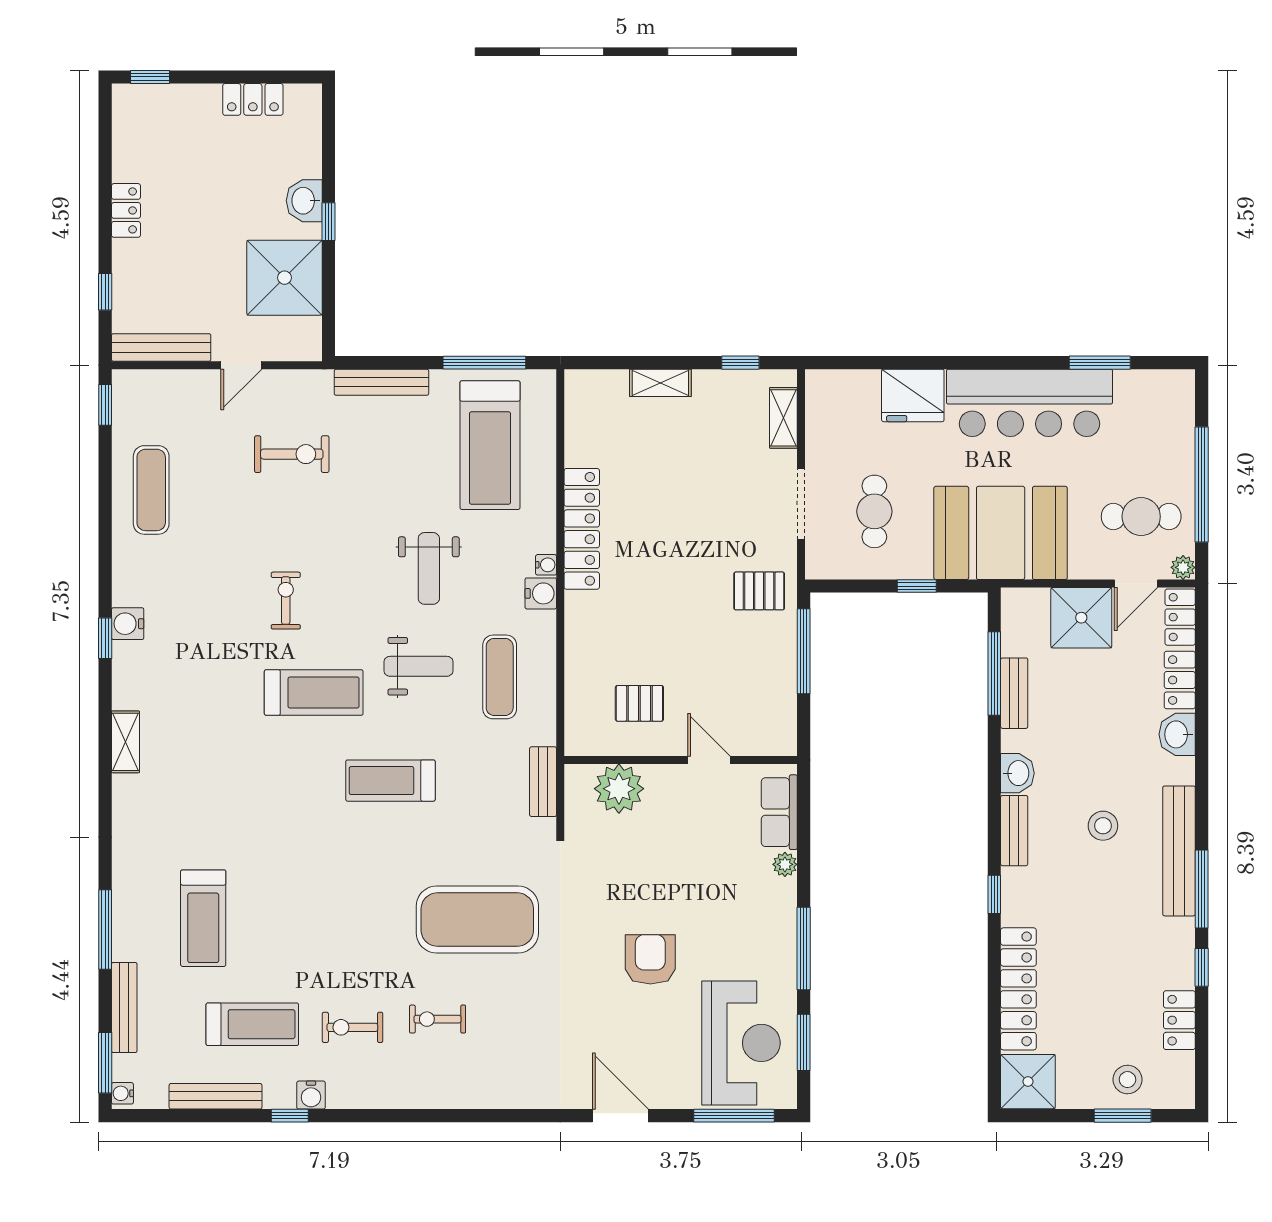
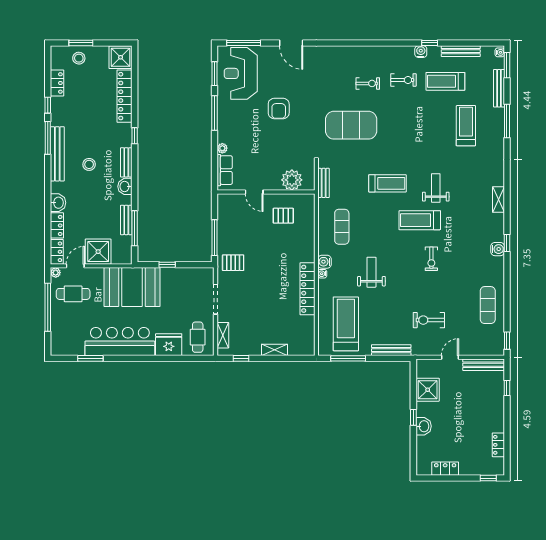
locker: (126, 210) -> (498, 445), moved
shower: (285, 278) -> (428, 390), width x0.73, depth x0.73
cafe table: (874, 511) -> (198, 337), moved
weight bench: (418, 666) -> (436, 188), moved, turned 90

